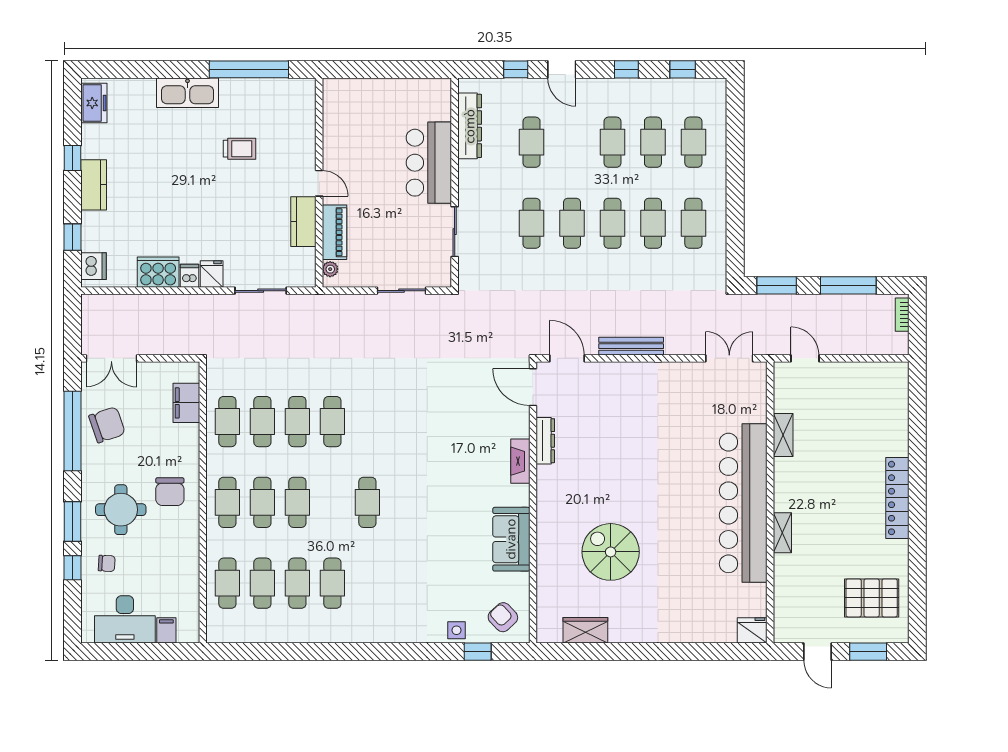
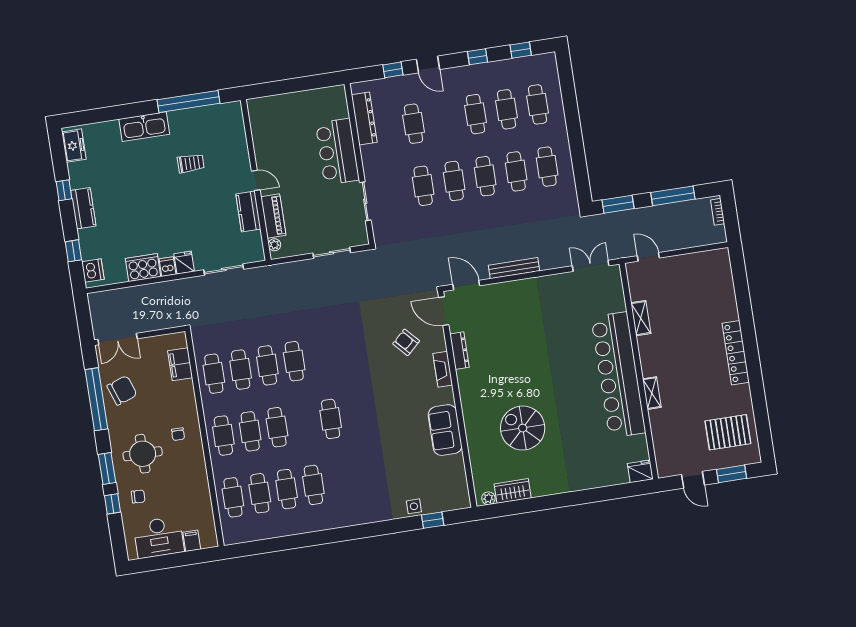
chair: (170, 492) -> (178, 434), width x0.54, depth x0.54
armchair: (503, 617) -> (406, 342), moved
plant: (553, 635) -> (488, 498), added

